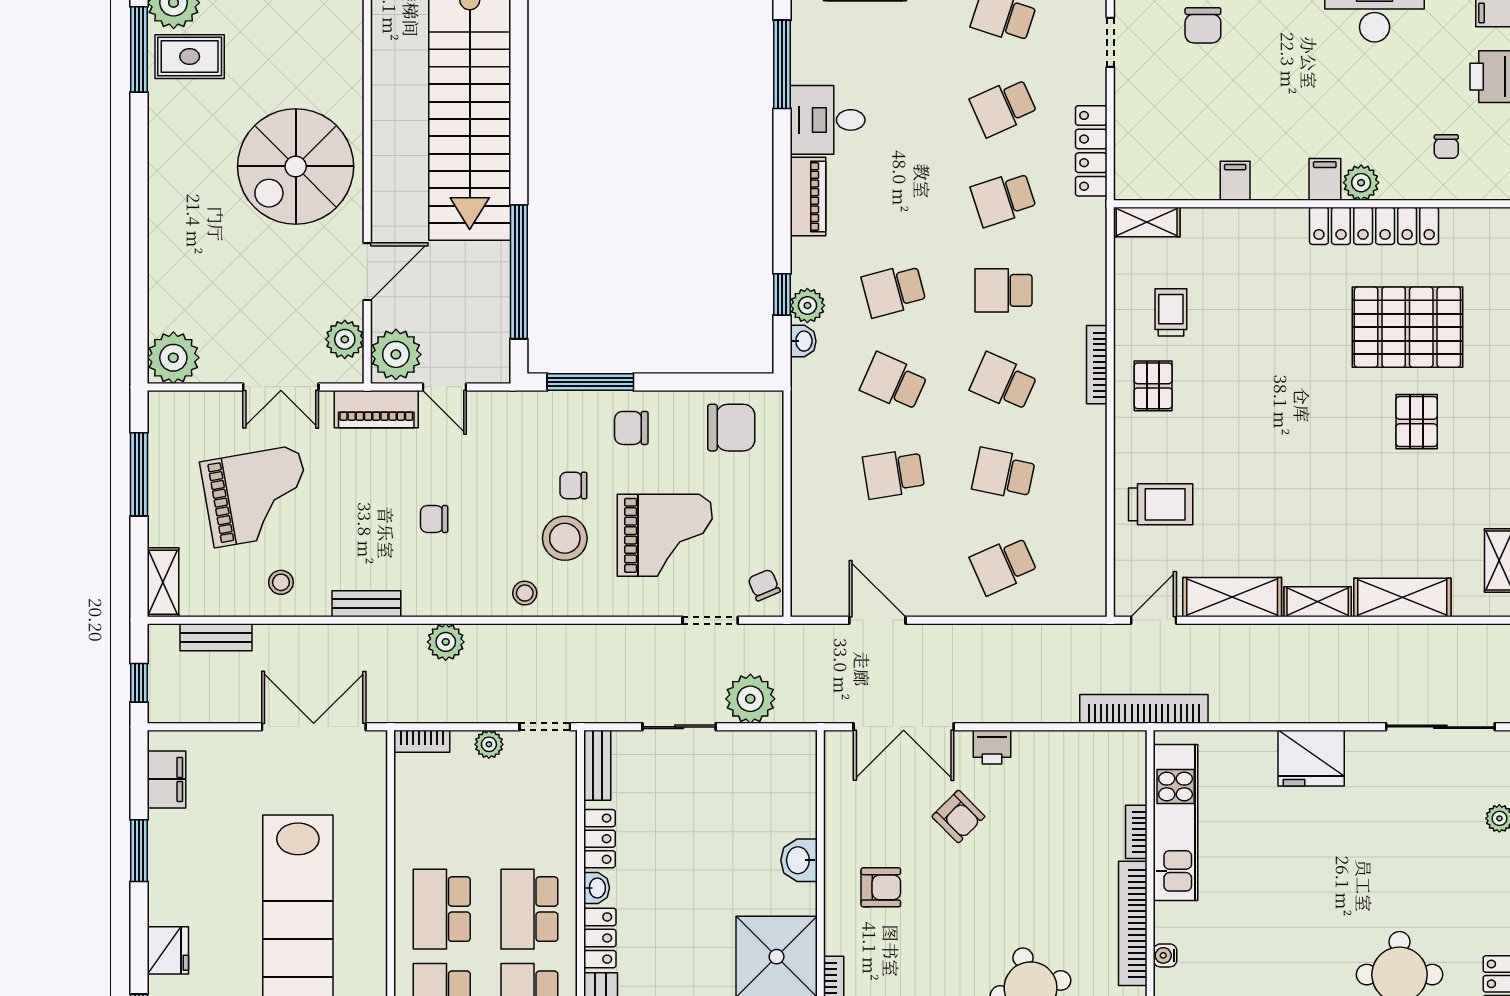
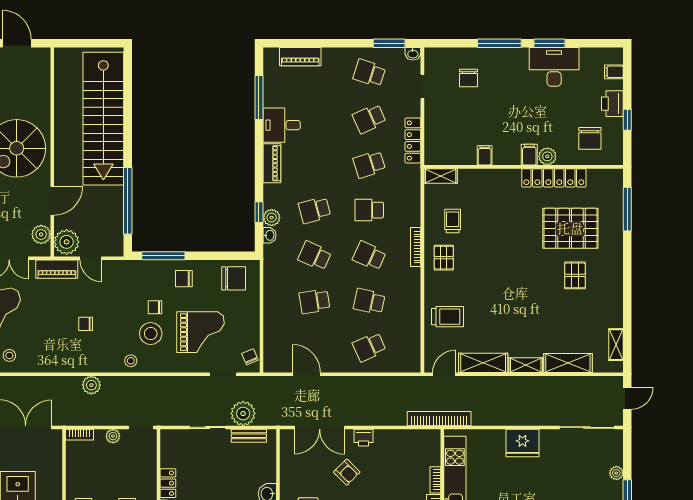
chair: (1446, 146) -> (590, 138), width x1.87, depth x1.87
bench: (366, 604) -> (52, 366), removed
bench: (597, 765) -> (249, 436), moved, turned 90

